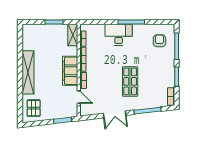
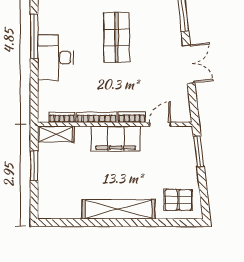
shop shelf: (130, 81) -> (117, 37), moved, turned 90

